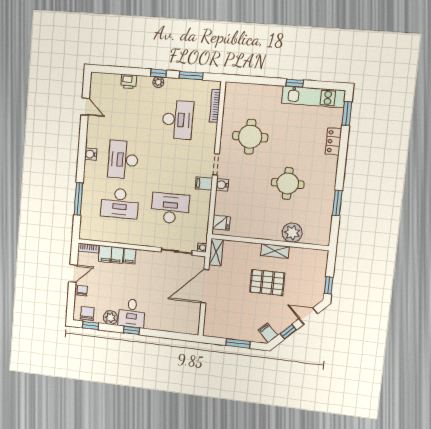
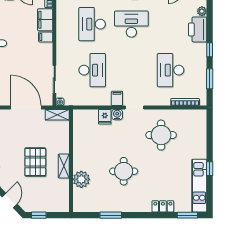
printer: (129, 81) -> (198, 29), width x1.87, depth x1.48
plant: (158, 82) -> (202, 11), moved
desk: (178, 120) -> (171, 70), turned 90
fridge: (221, 223) -> (105, 117), moved

